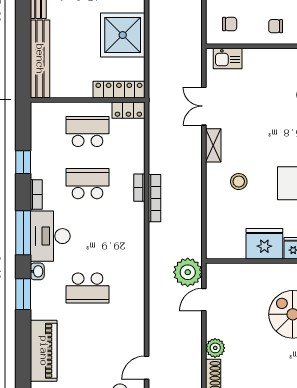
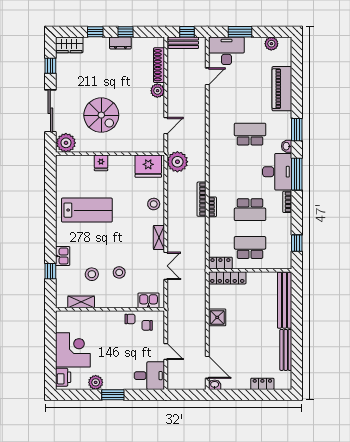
chair: (276, 26) -> (130, 319), moved
shower: (123, 35) -> (217, 317), width x0.54, depth x0.54
stool: (268, 97) -> (119, 272), added
school desk: (88, 131) -> (250, 247), turned 180
window: (23, 162) -> (297, 243), moved
stool: (239, 182) -> (154, 204), moved
fridge: (264, 244) -> (148, 166), moved
plant: (188, 272) -> (177, 162), moved

